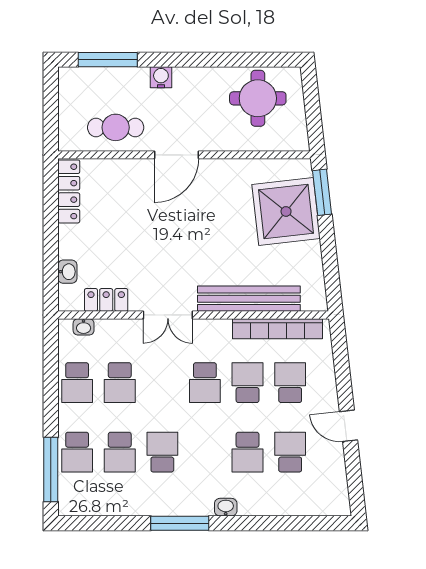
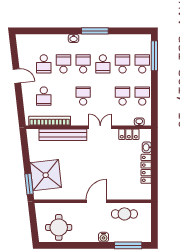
locker: (69, 191) -> (146, 169), moved
school desk: (248, 383) -> (83, 64), moved, turned 180

